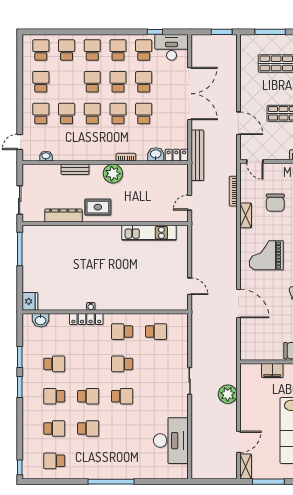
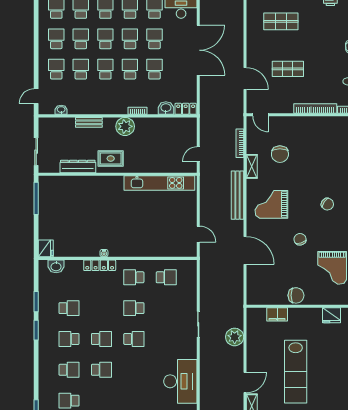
school desk: (67, 82) -> (81, 39), added
bench: (197, 155) -> (237, 195), moved
kitchen unit: (149, 233) -> (159, 183), width x1.36

